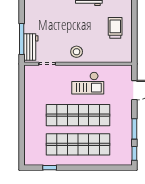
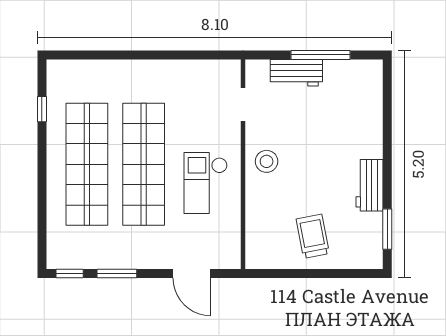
trolley: (115, 28) -> (313, 236), turned -101
window: (22, 39) -> (321, 55), moved
workbench: (31, 47) -> (296, 73), moved

